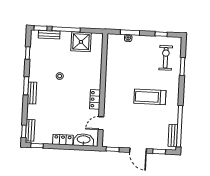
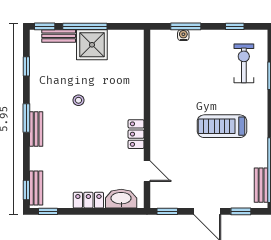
shower: (81, 42) -> (92, 45), moved
door: (101, 123) -> (147, 171), swing flipped

